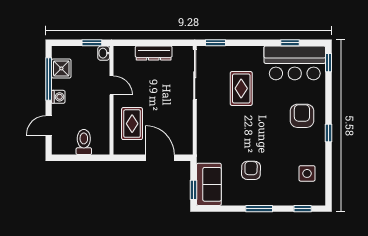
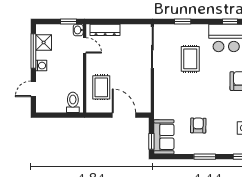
window: (215, 43) -> (183, 21), moved
dresser: (154, 53) -> (105, 30), moved
door: (111, 85) -> (85, 45), moved
toilet: (84, 142) -> (73, 102), moved

